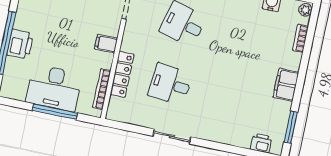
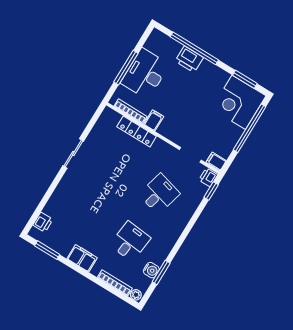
bookcase: (300, 38) -> (115, 283), width x1.56
filing cabinet: (106, 44) -> (154, 120), moved
desk: (170, 84) -> (130, 241), moved

